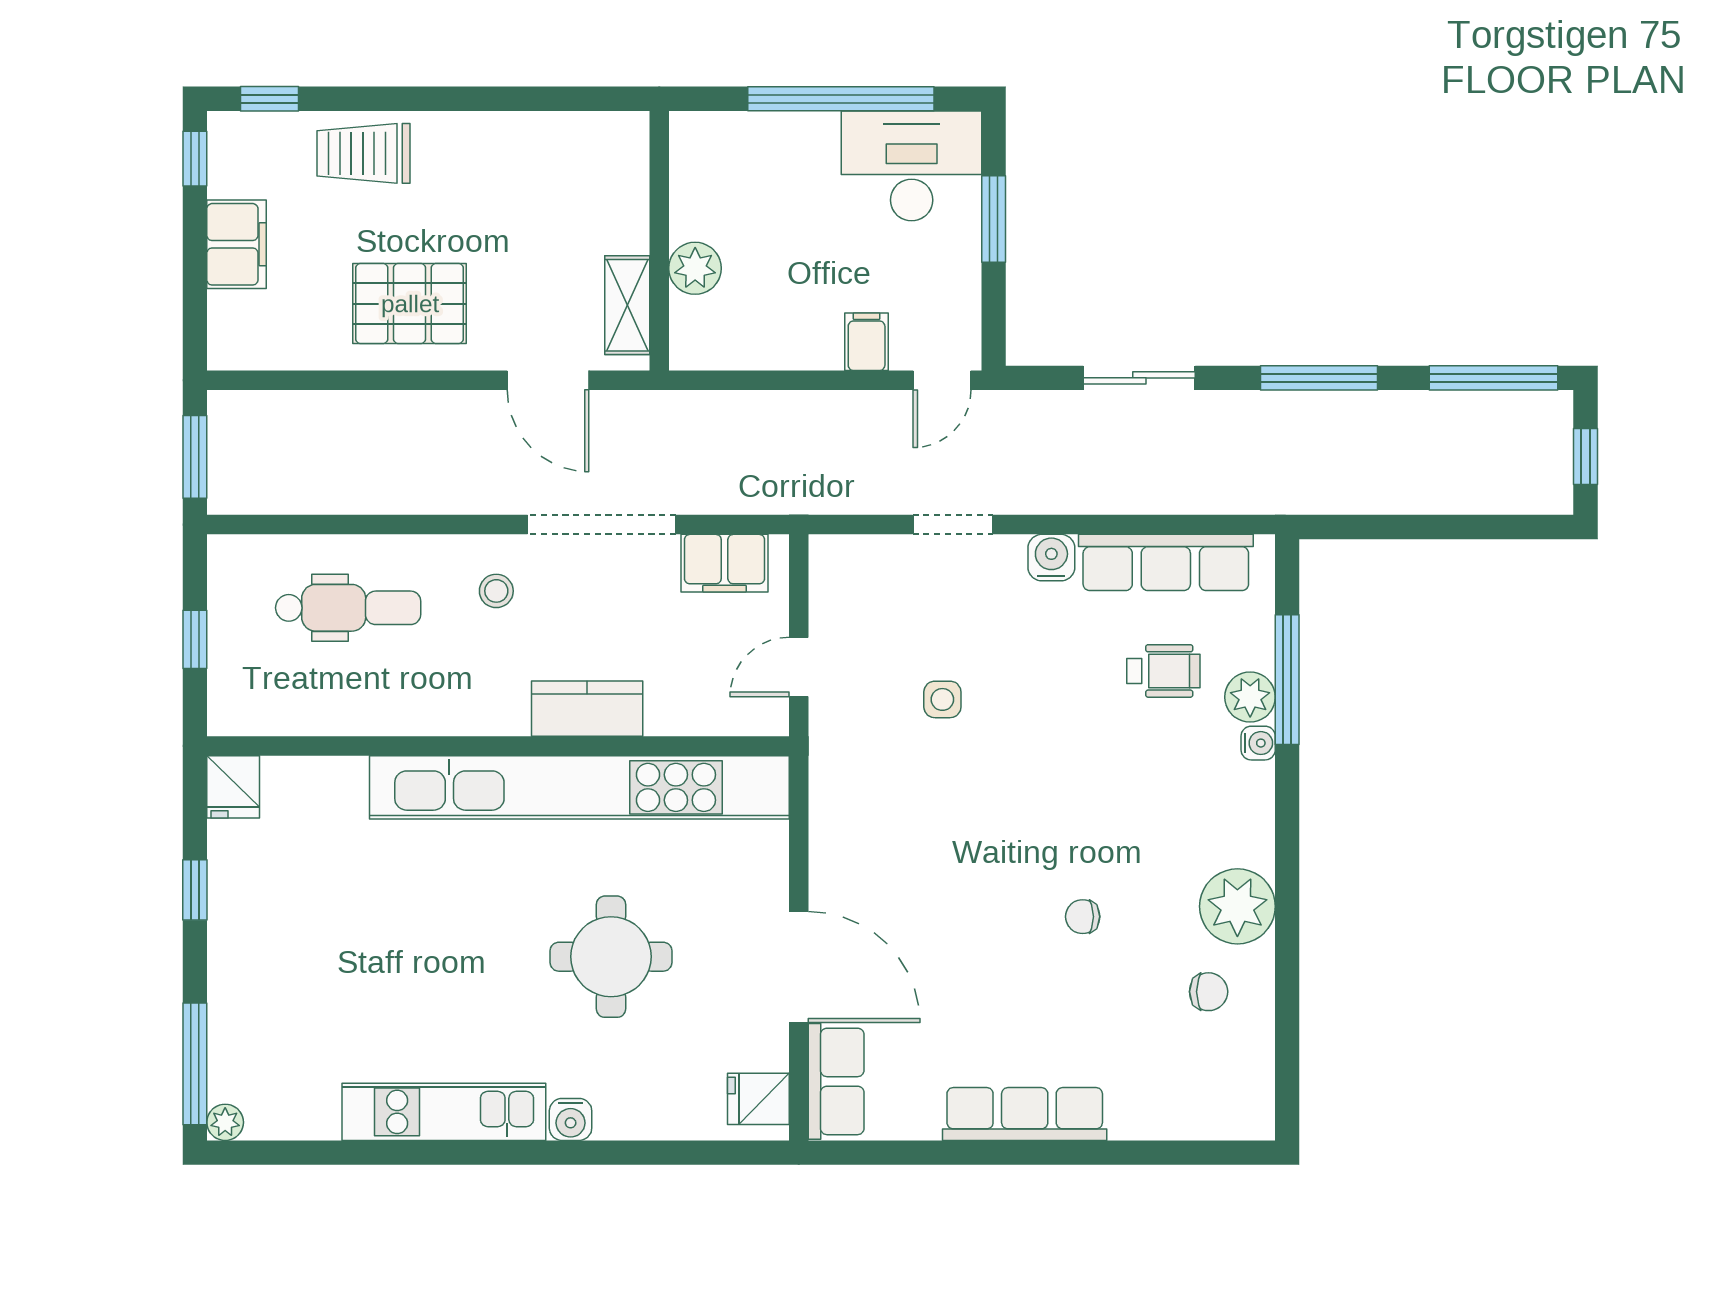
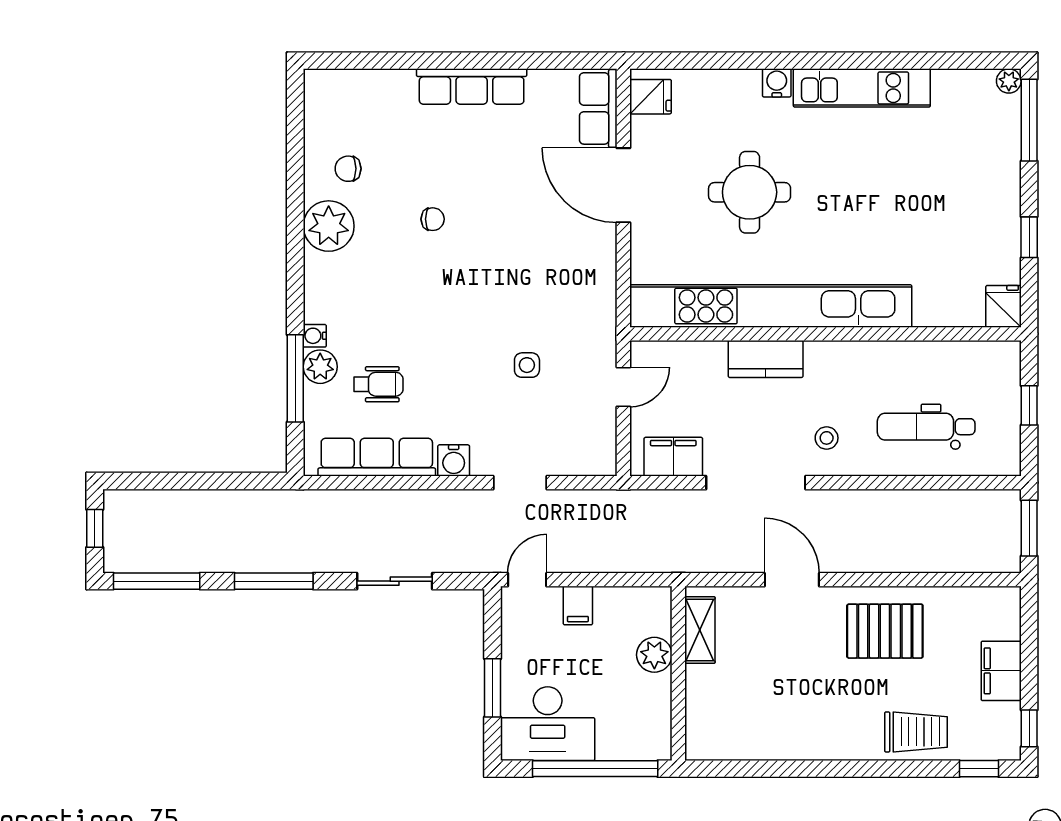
wall: (659, 241) -> (678, 673), moved
plant: (695, 268) -> (654, 655), moved
shelving: (627, 305) -> (700, 630), moved
wheelchair: (1163, 671) -> (378, 384), turned 180

